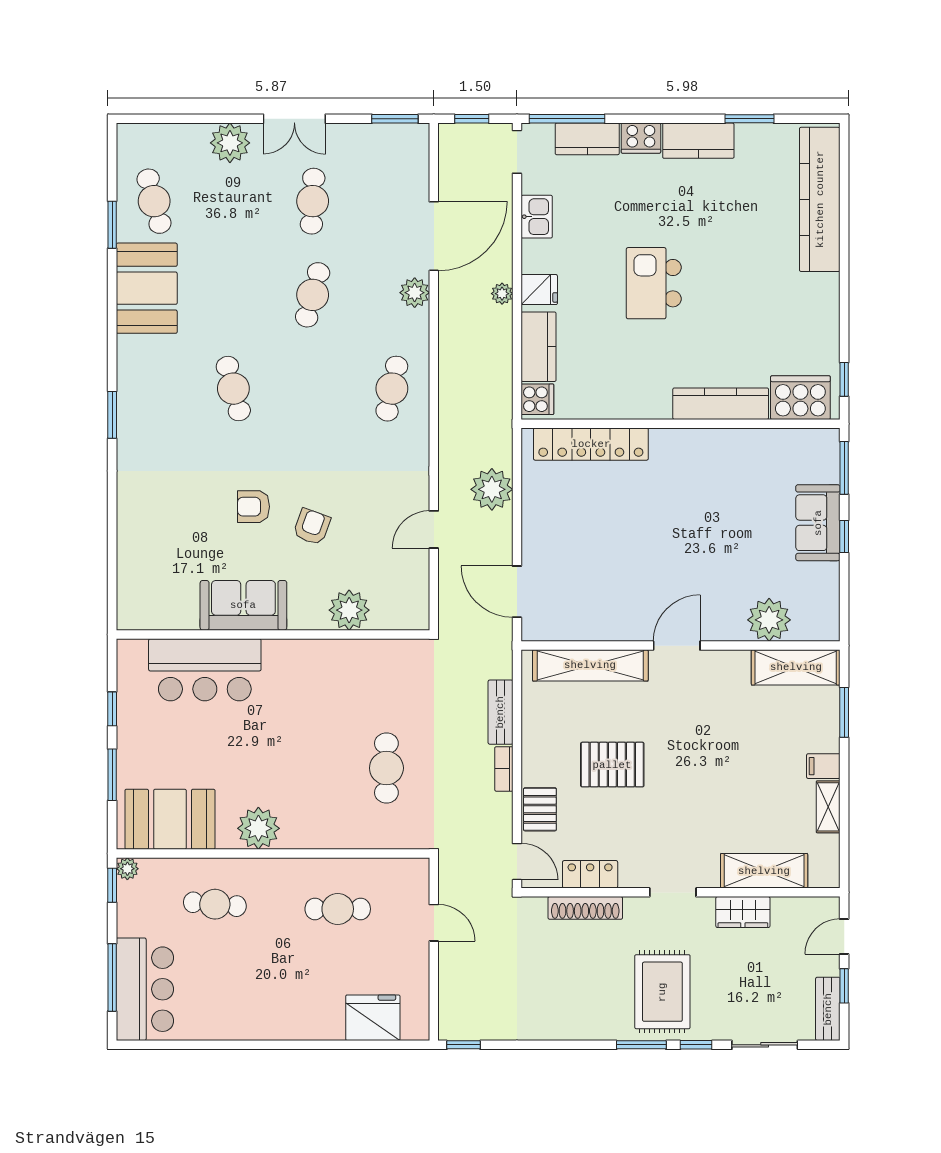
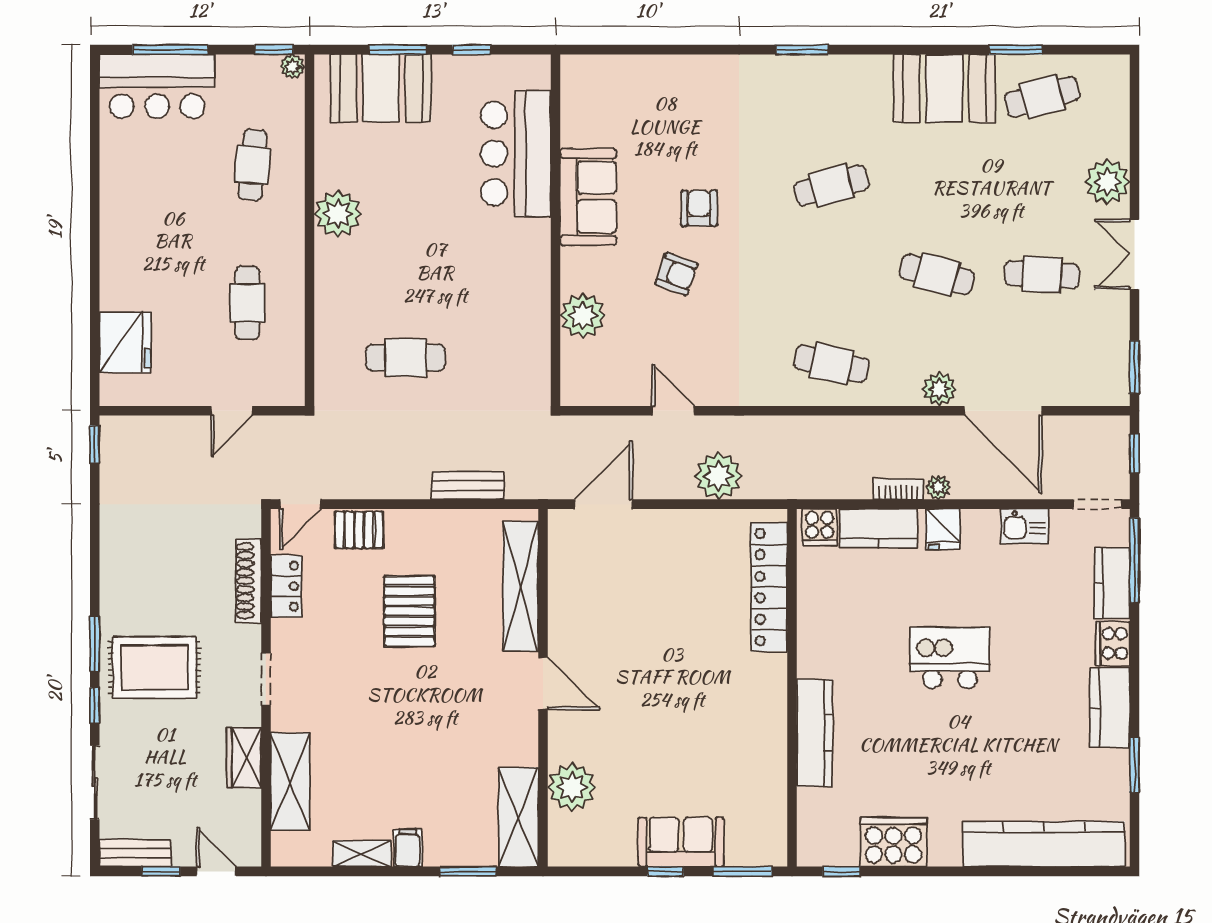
cooker: (800, 398) -> (893, 842), moved, turned -90
bookcase: (504, 769) -> (898, 489), moved
booth: (170, 819) -> (381, 88), moved, turned 90

